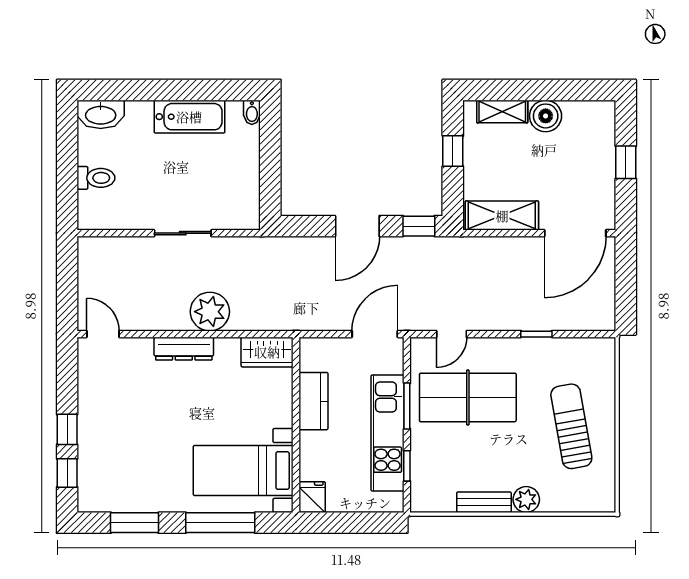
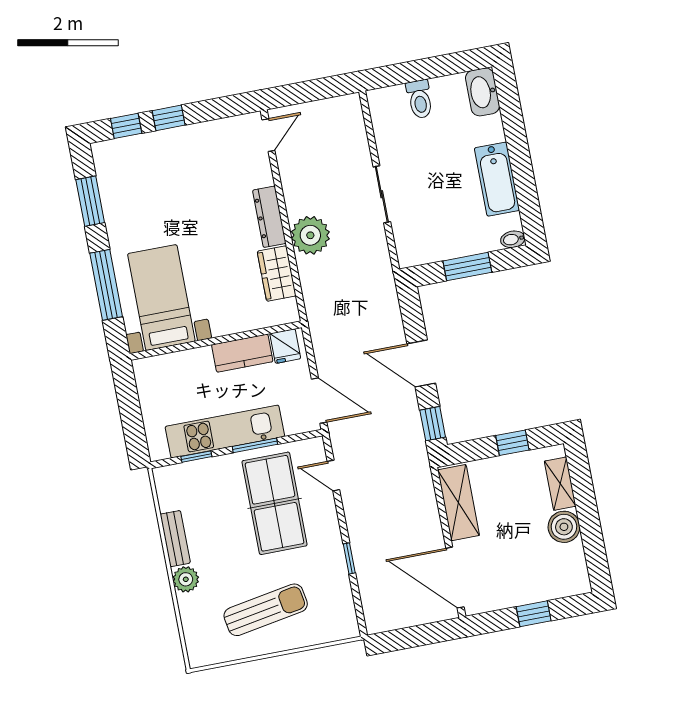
window: (270, 162) -> (467, 267), added
wardrobe: (267, 352) -> (277, 274), moved
fridge: (312, 497) -> (285, 346), moved, turned 90

